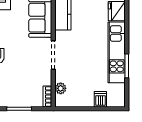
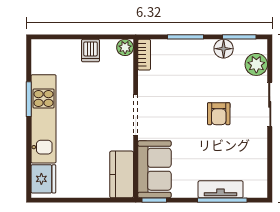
plant: (61, 88) -> (125, 47), moved
dishwasher: (100, 99) -> (91, 51), moved

